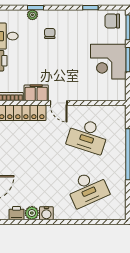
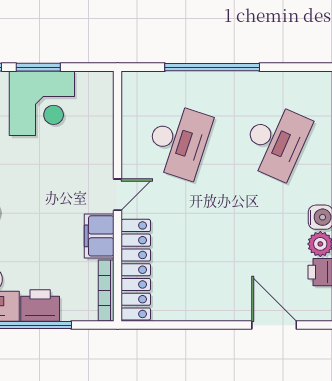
desk: (88, 189) -> (276, 141), turned 48

